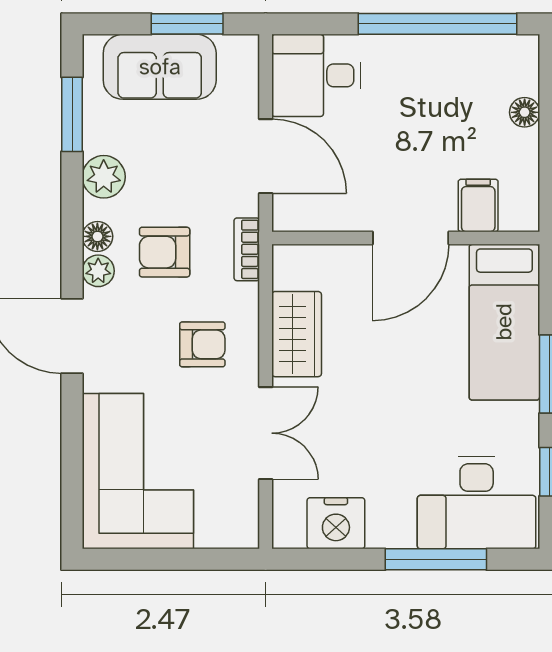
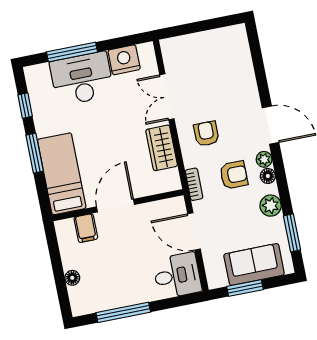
window: (437, 24) -> (123, 312), width x0.68
armchair: (202, 344) -> (206, 134), turned 90
corner sofa: (138, 471) -> (225, 66), removed
desk: (477, 503) -> (82, 79), moved

